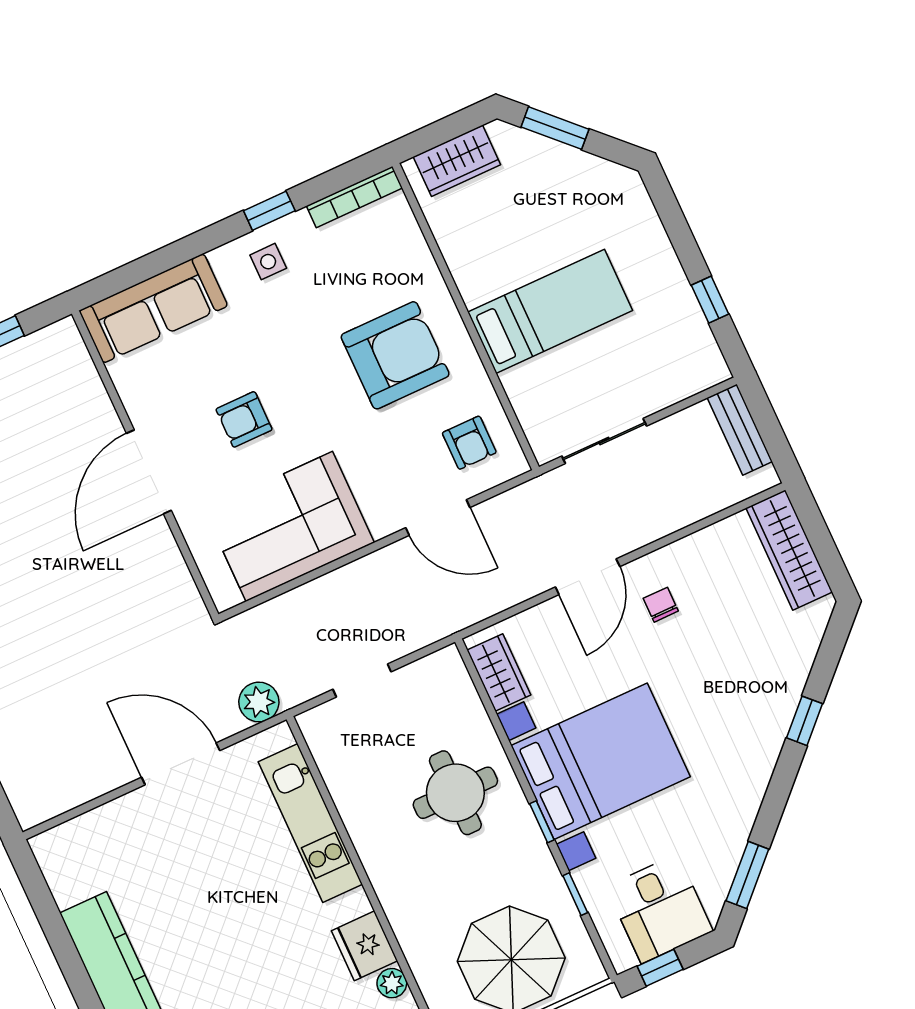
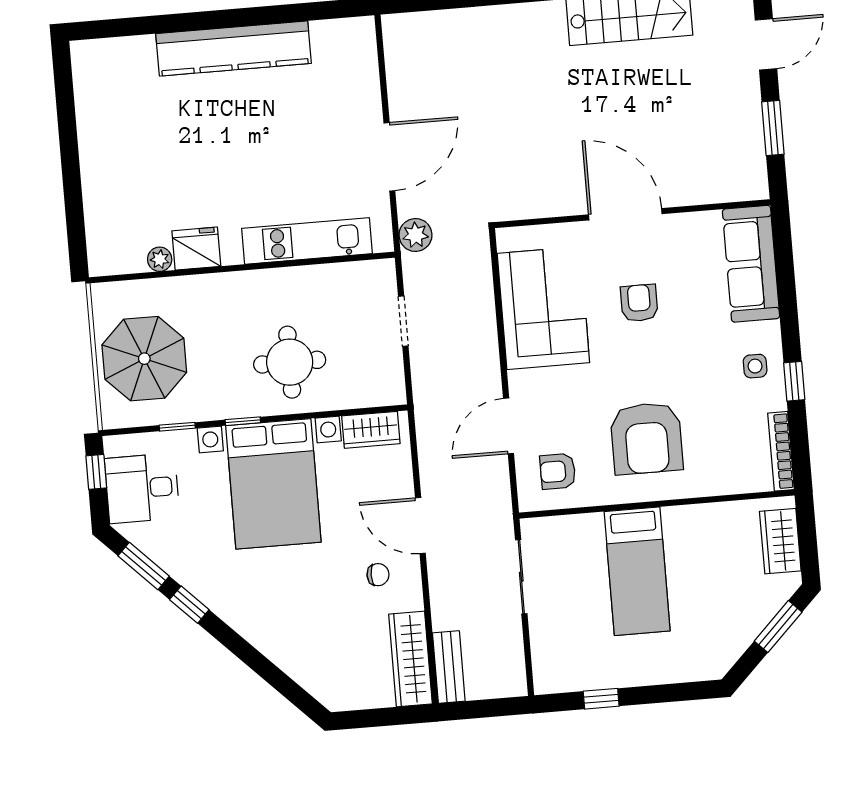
bench: (740, 430) -> (449, 667), moved, turned 90
wardrobe: (789, 550) -> (410, 659), moved, turned -90
window: (805, 721) -> (189, 605), moved

